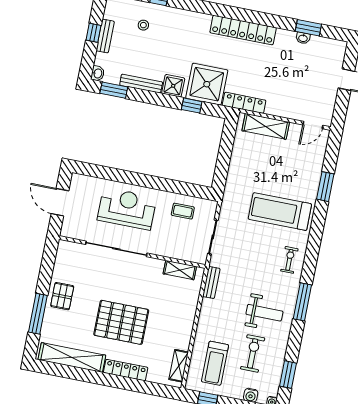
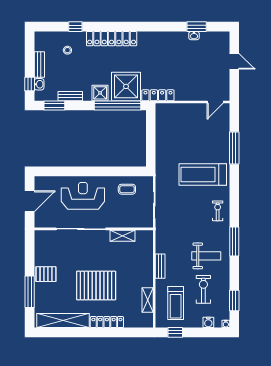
locker: (243, 30) -> (112, 39), moved
window: (94, 33) -> (30, 84), moved
washbasin: (98, 73) -> (39, 84), moved
bench: (141, 84) -> (70, 96), width x0.73
window: (192, 106) -> (118, 105), width x3.17
shelving: (266, 126) -> (178, 110), removed
window: (325, 187) -> (234, 148), width x1.44
door: (60, 202) -> (30, 201), swing flipped
shelving: (180, 270) -> (123, 236), moved
bench: (211, 282) -> (160, 266), moved
pallet: (62, 296) -> (46, 274), turned 90
shelving: (179, 366) -> (148, 300), moved

